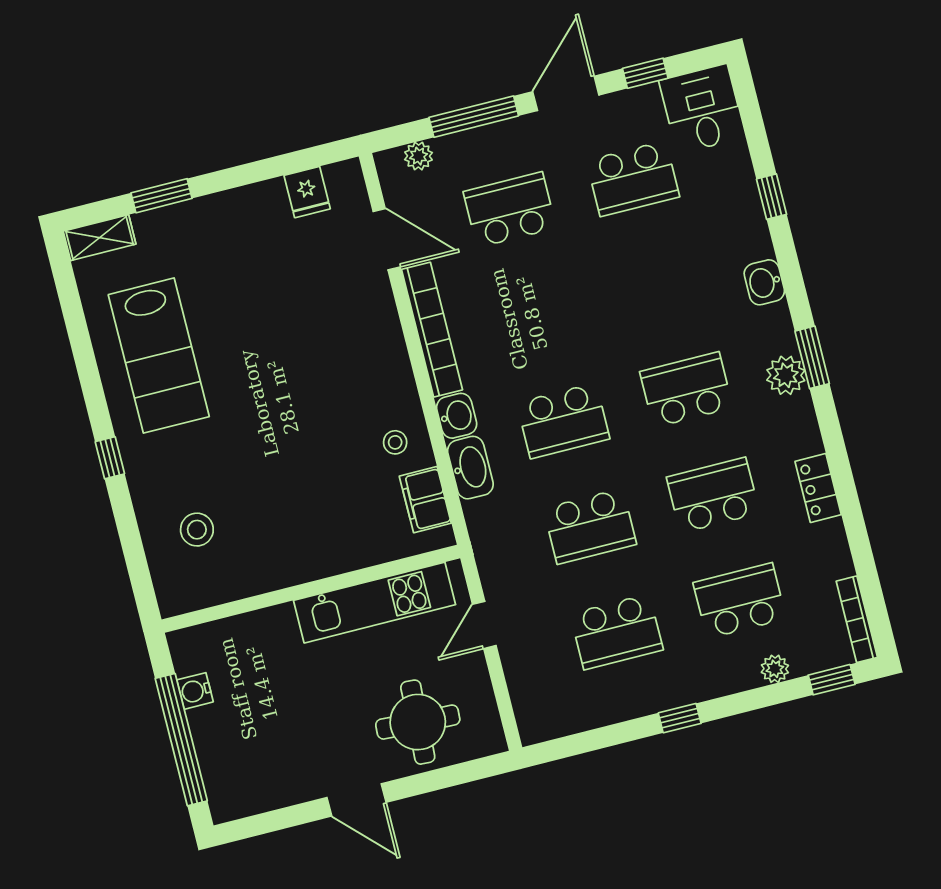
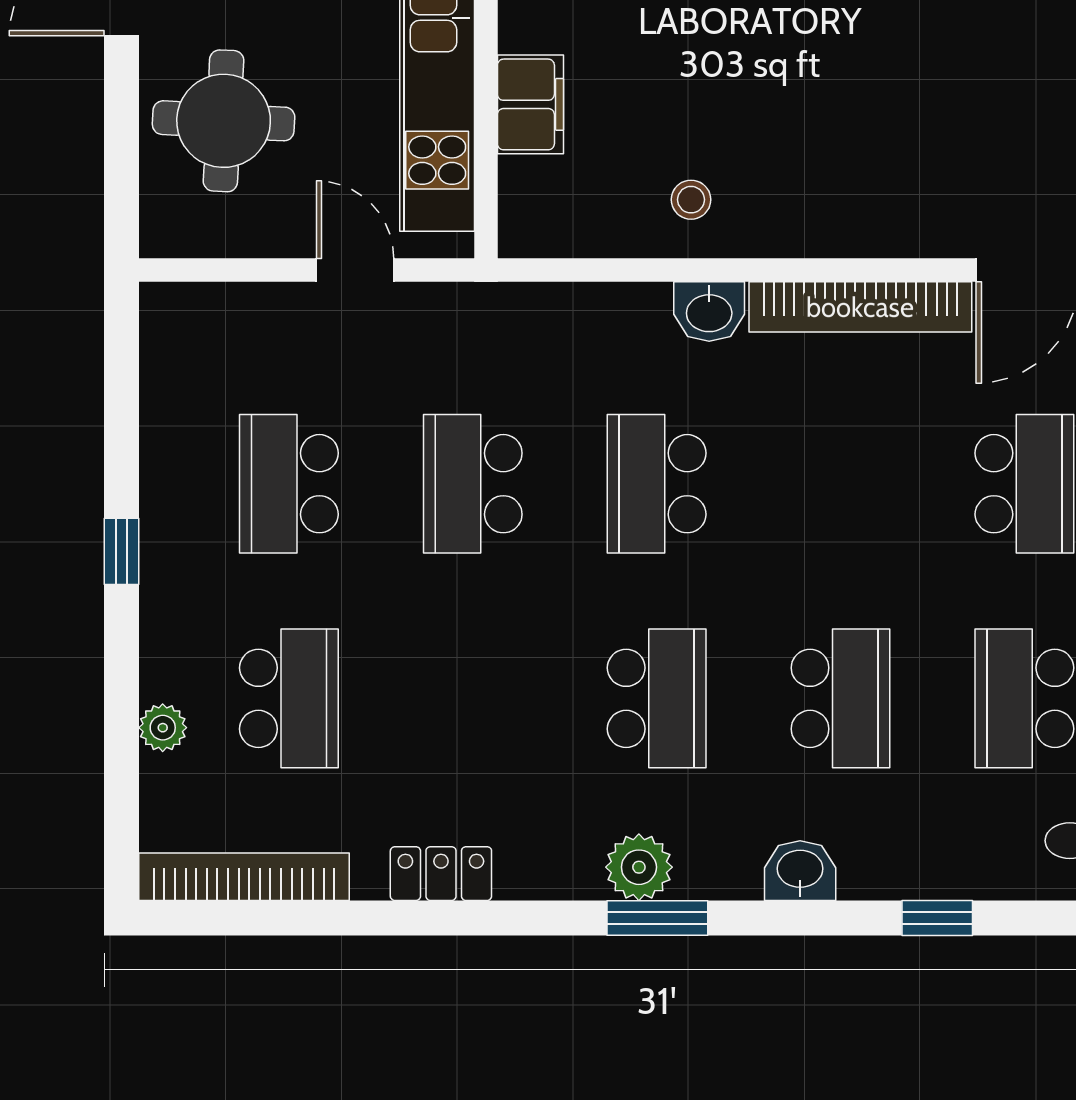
washbasin: (470, 468) -> (618, 312), removed
school desk: (713, 495) -> (841, 698), moved
filing cabinet: (425, 500) -> (531, 104), moved, turned 90
bookcase: (857, 619) -> (244, 877), width x1.48, depth x1.31
window: (832, 680) -> (121, 816), removed

